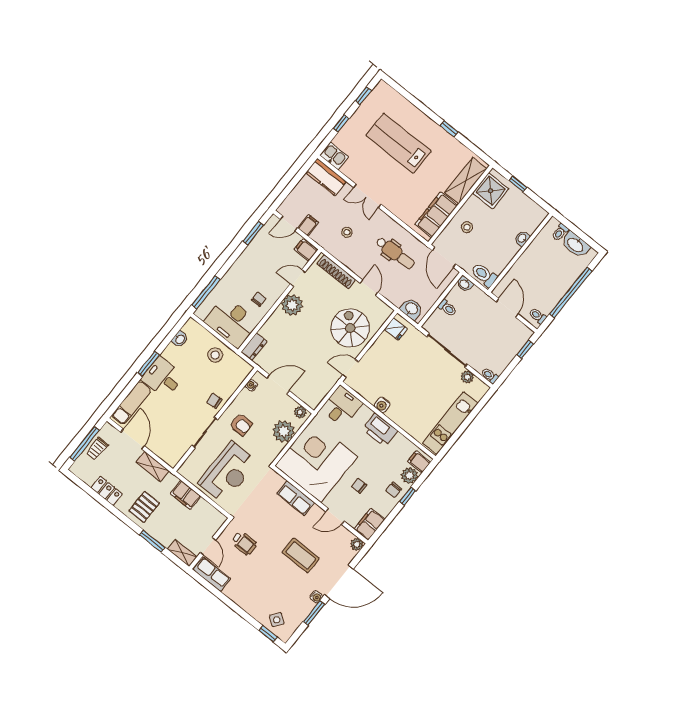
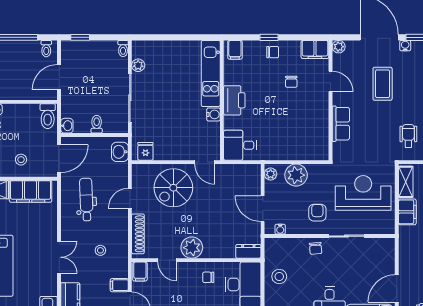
kitchen unit: (450, 423) -> (211, 73), moved, turned 90
corner desk: (316, 461) -> (299, 131), removed
shelving: (152, 466) -> (406, 182), moved
plant: (409, 476) -> (252, 49), removed

